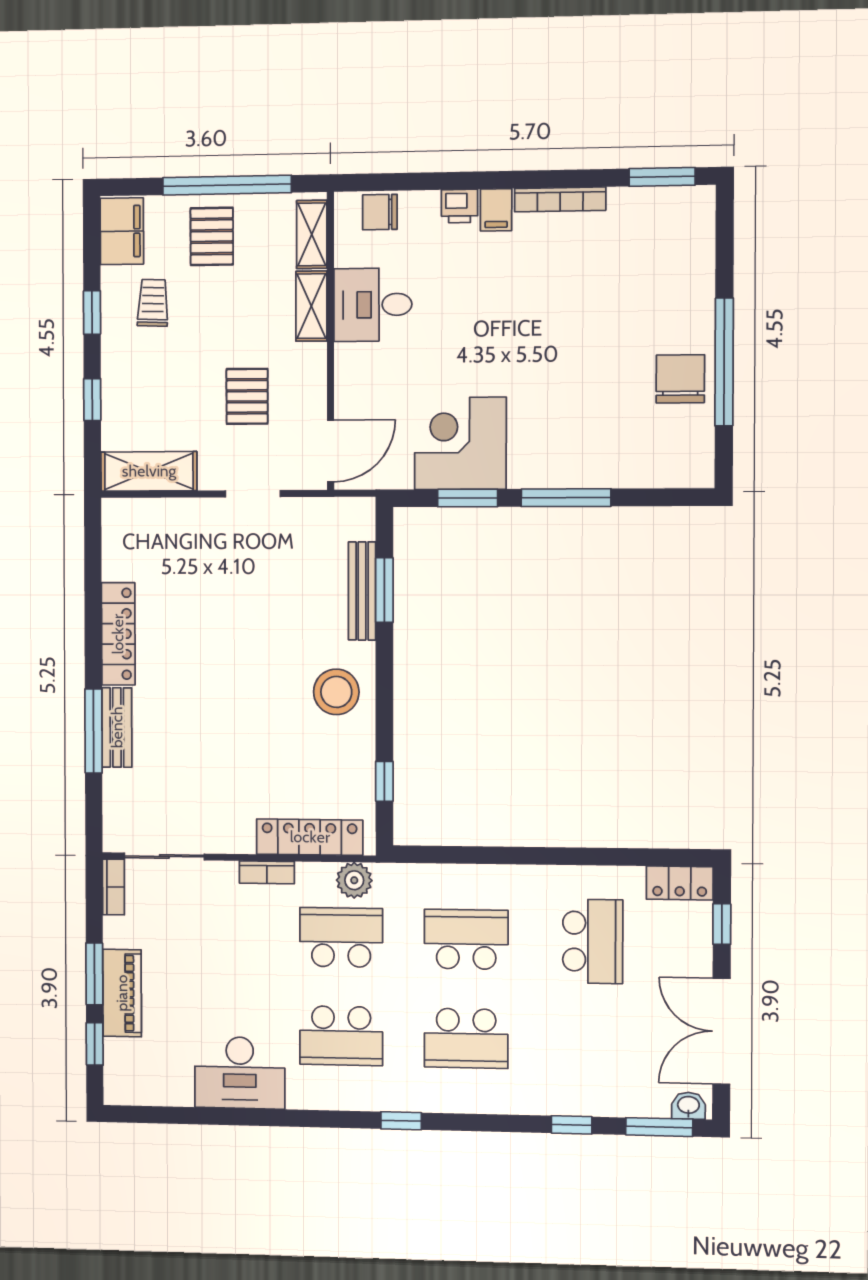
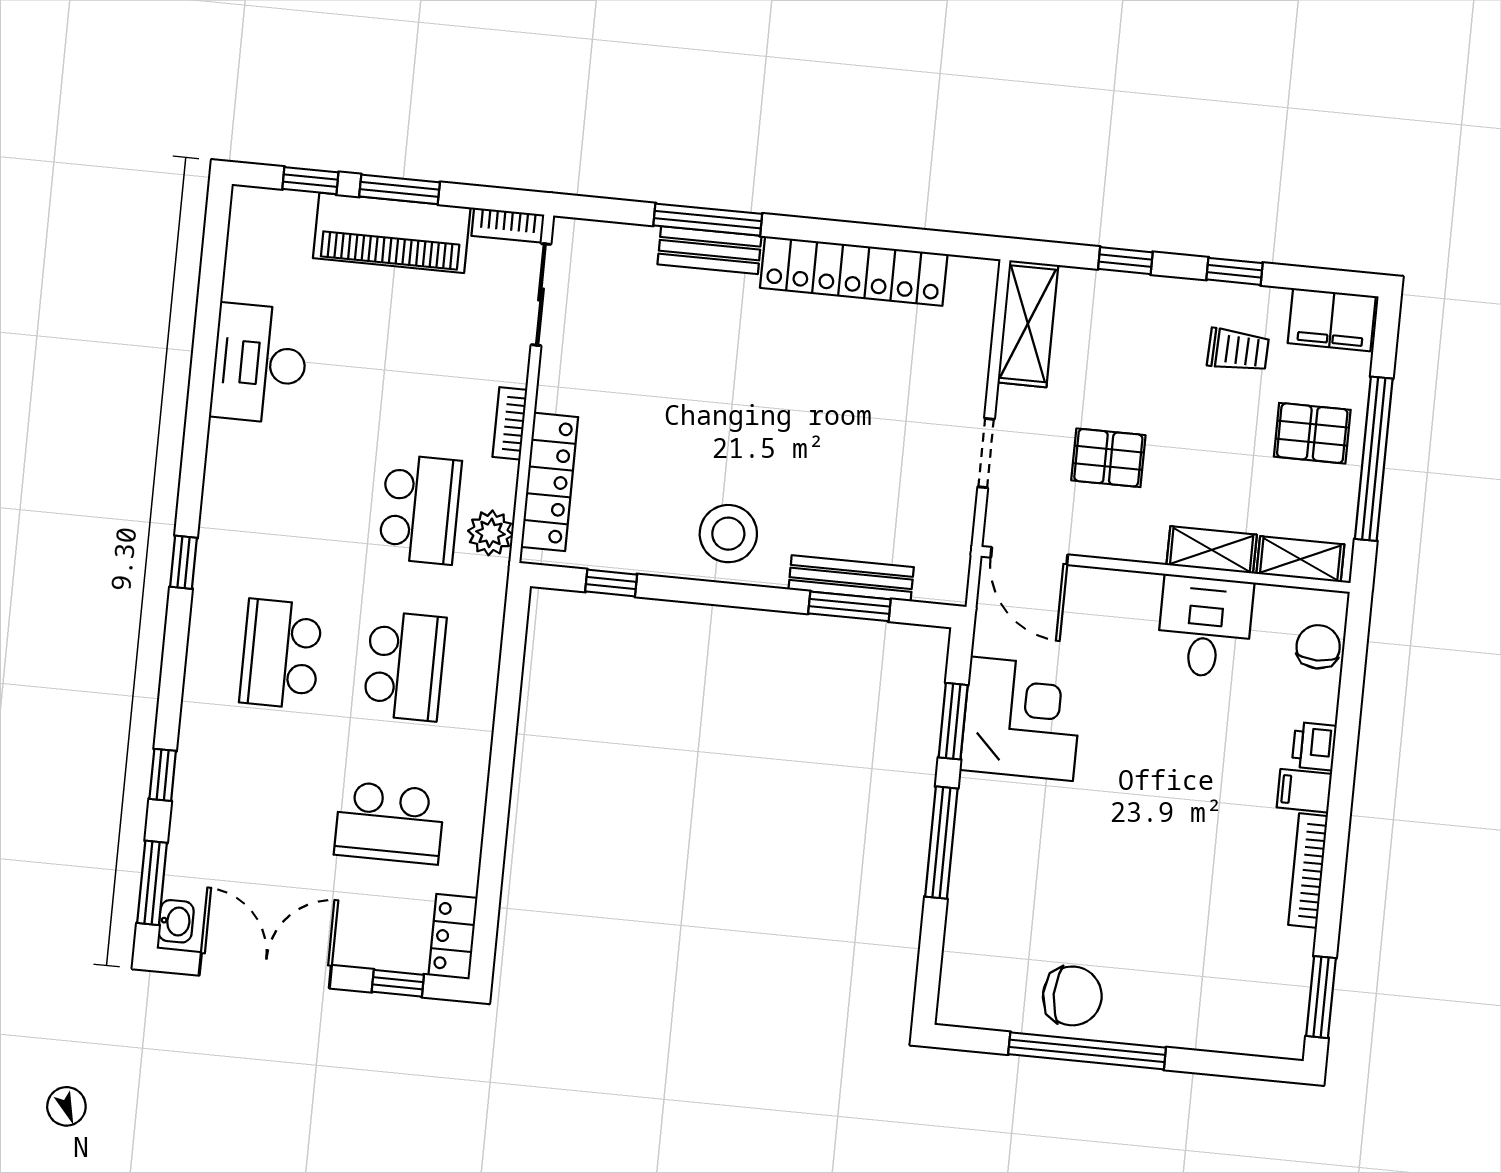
locker: (118, 634) -> (854, 271), width x1.41, depth x1.21
piano: (122, 993) -> (392, 233), width x1.37, depth x1.33
school desk: (341, 1036) -> (296, 497), removed

